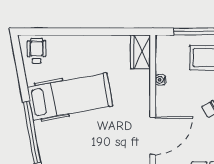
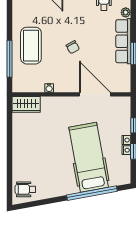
hospital bed: (70, 97) -> (89, 157), moved

